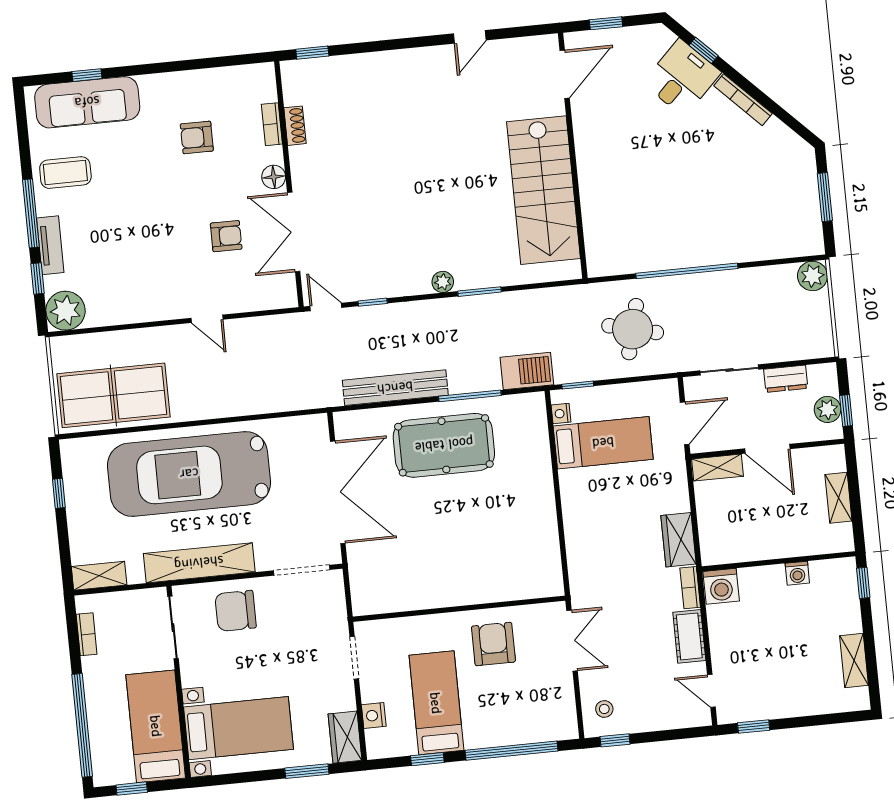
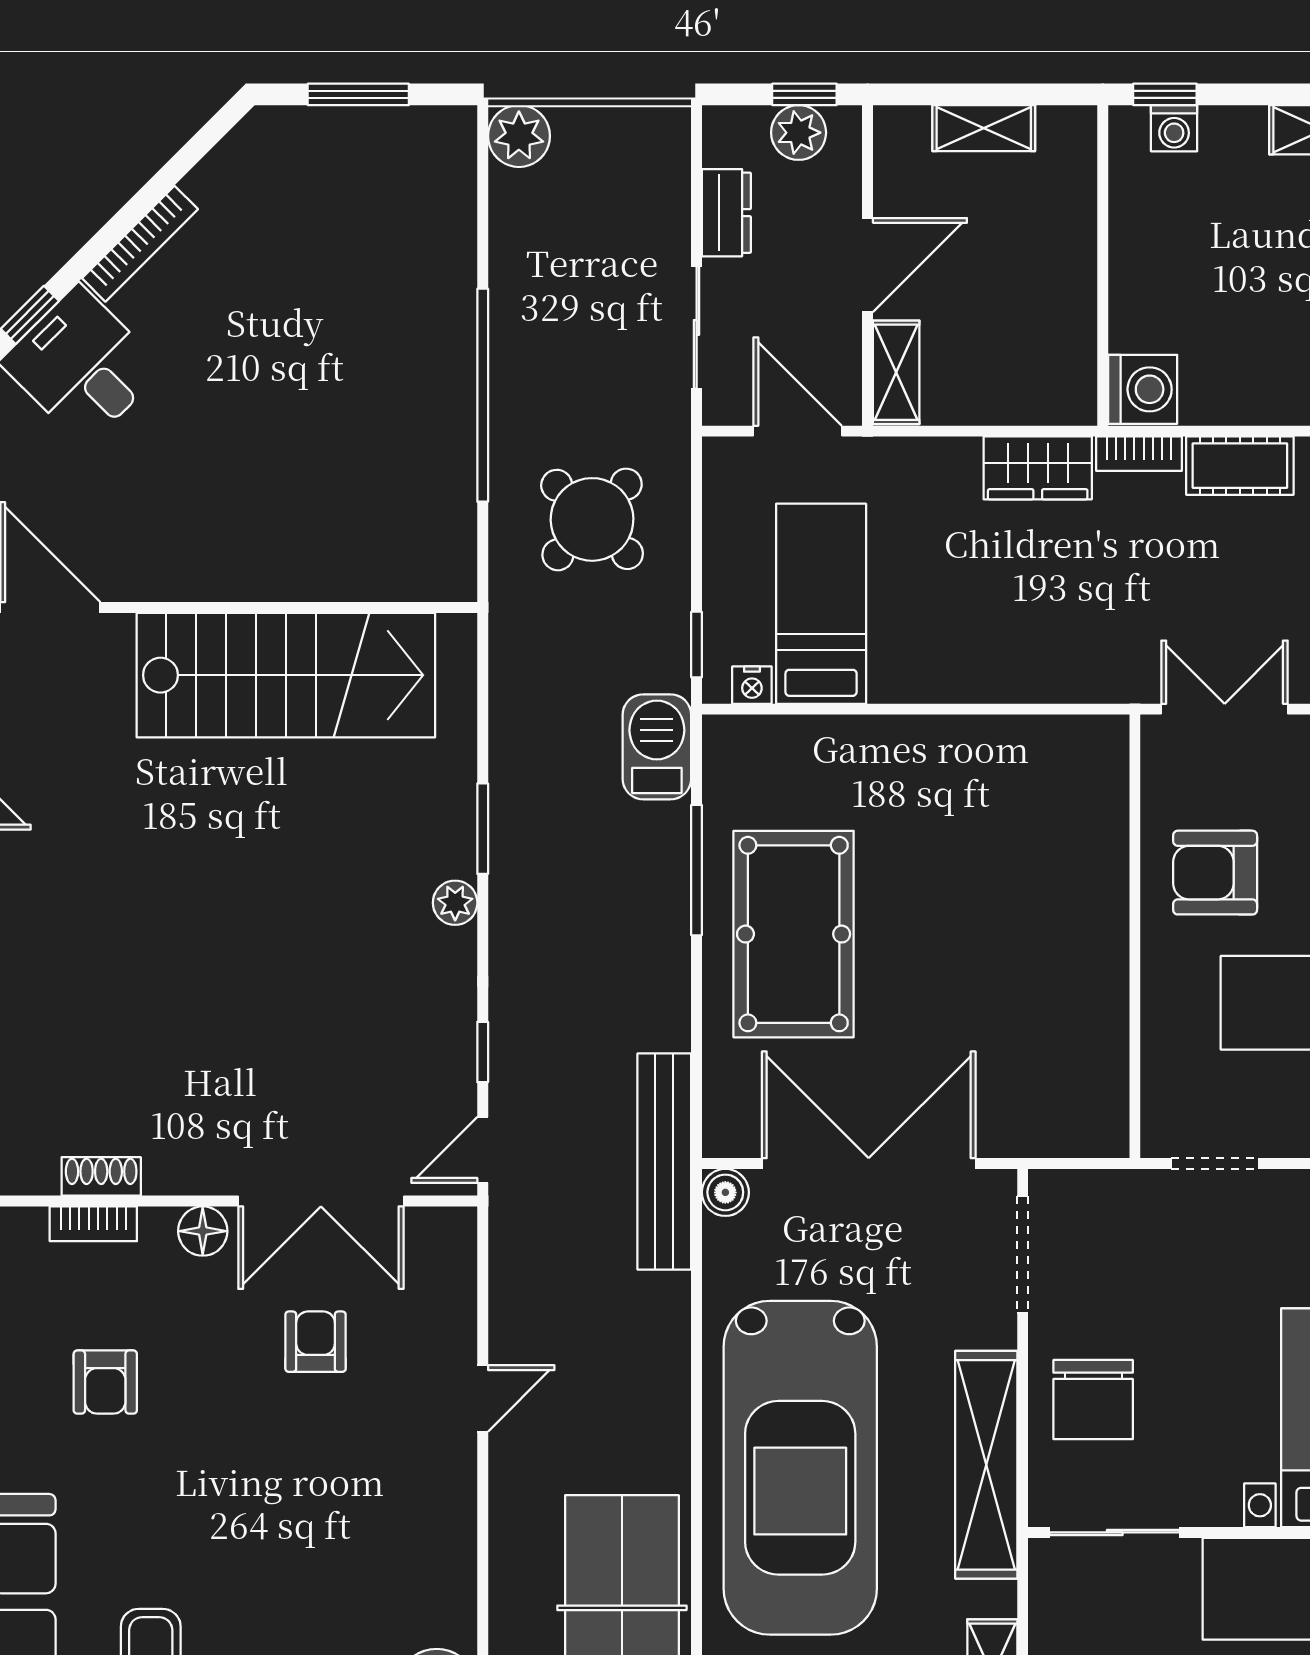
round table: (633, 329) -> (592, 519), turned 30
bench: (395, 388) -> (664, 1162), moved
boiler: (317, 425) -> (725, 1192), added
washing machine: (797, 573) -> (1174, 128), moved, turned 90

